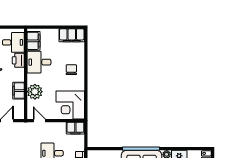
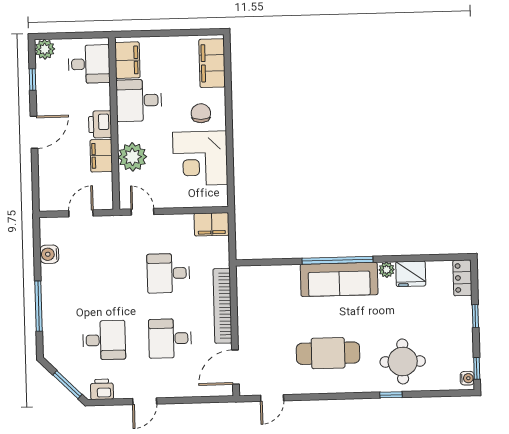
filing cabinet: (72, 35) -> (212, 63), moved, turned 90
printer: (18, 60) -> (100, 124), moved
corner desk: (70, 105) -> (200, 158), moved

